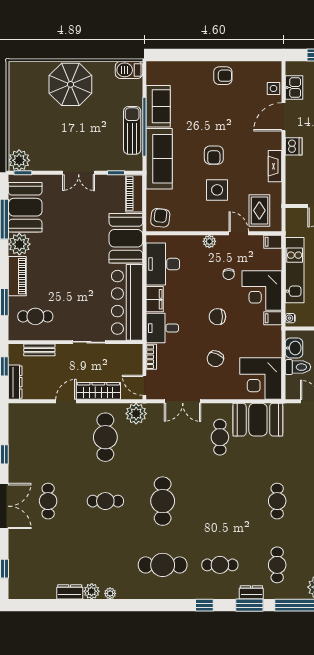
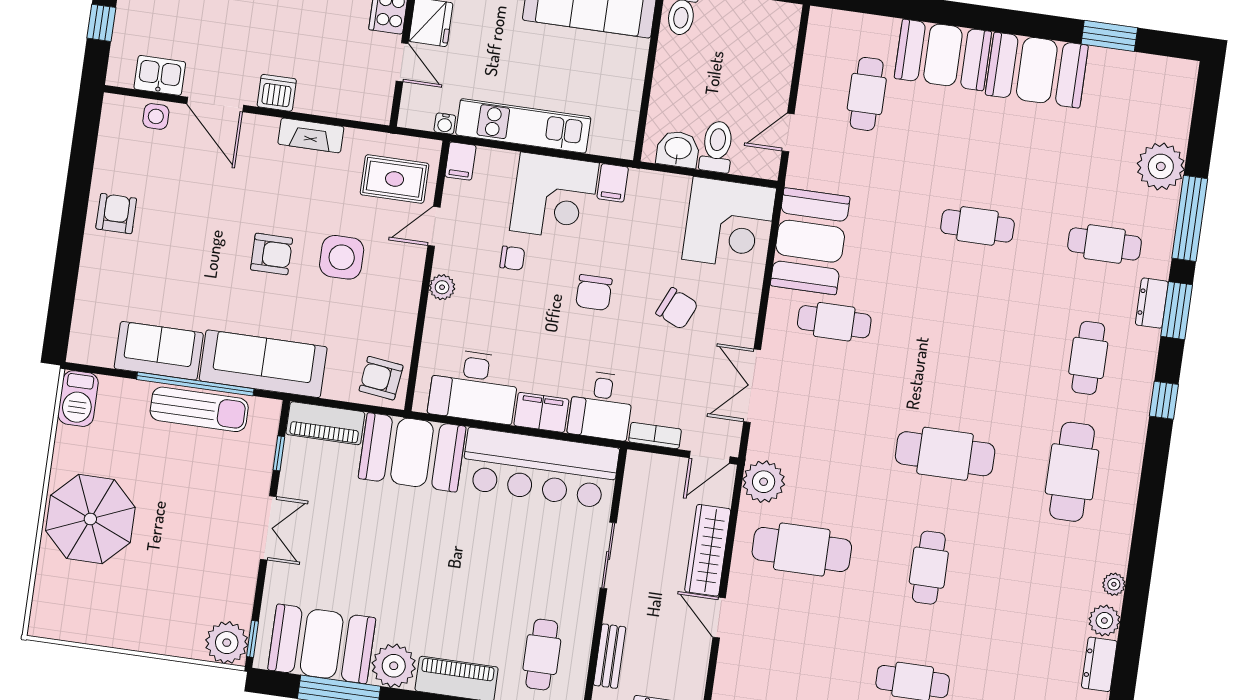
sun lounger: (132, 130) -> (199, 409), turned 180
water cooler: (290, 318) -> (445, 124), moved
double door: (183, 401) -> (752, 386), swing flipped

